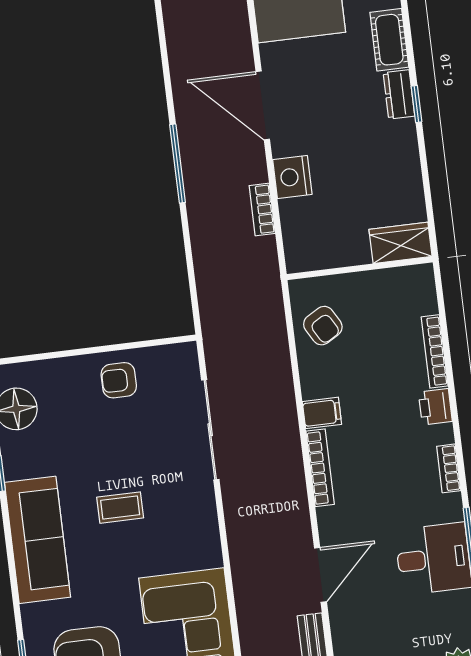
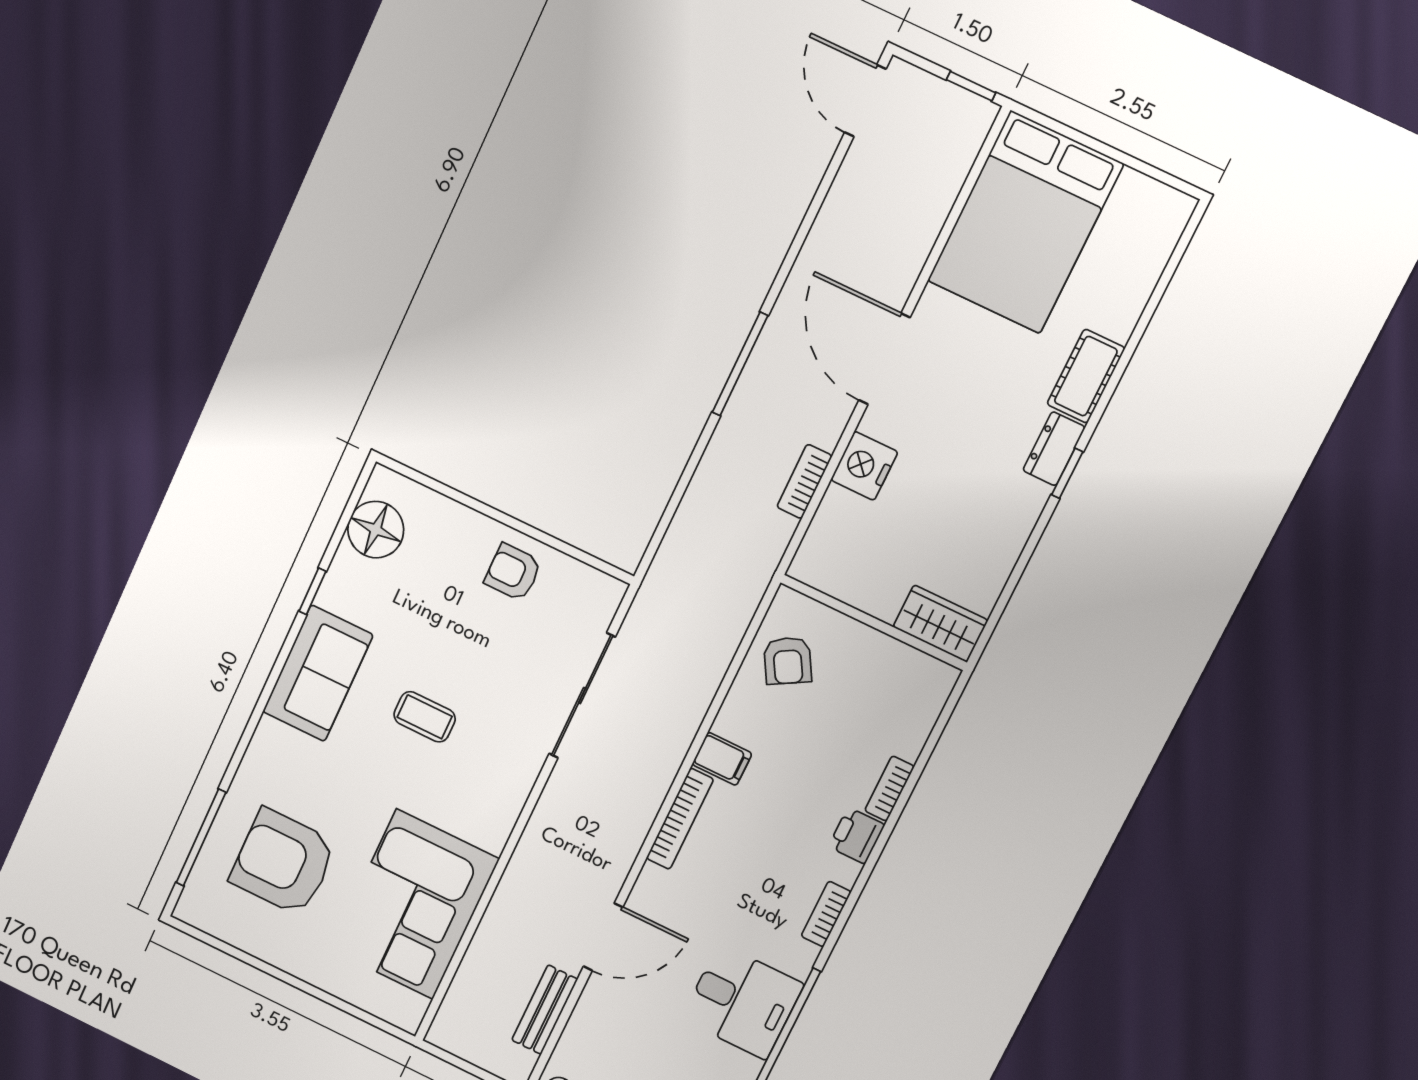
bookcase: (435, 351) -> (889, 788), width x0.64
sofa: (37, 540) -> (318, 673), width x0.73

